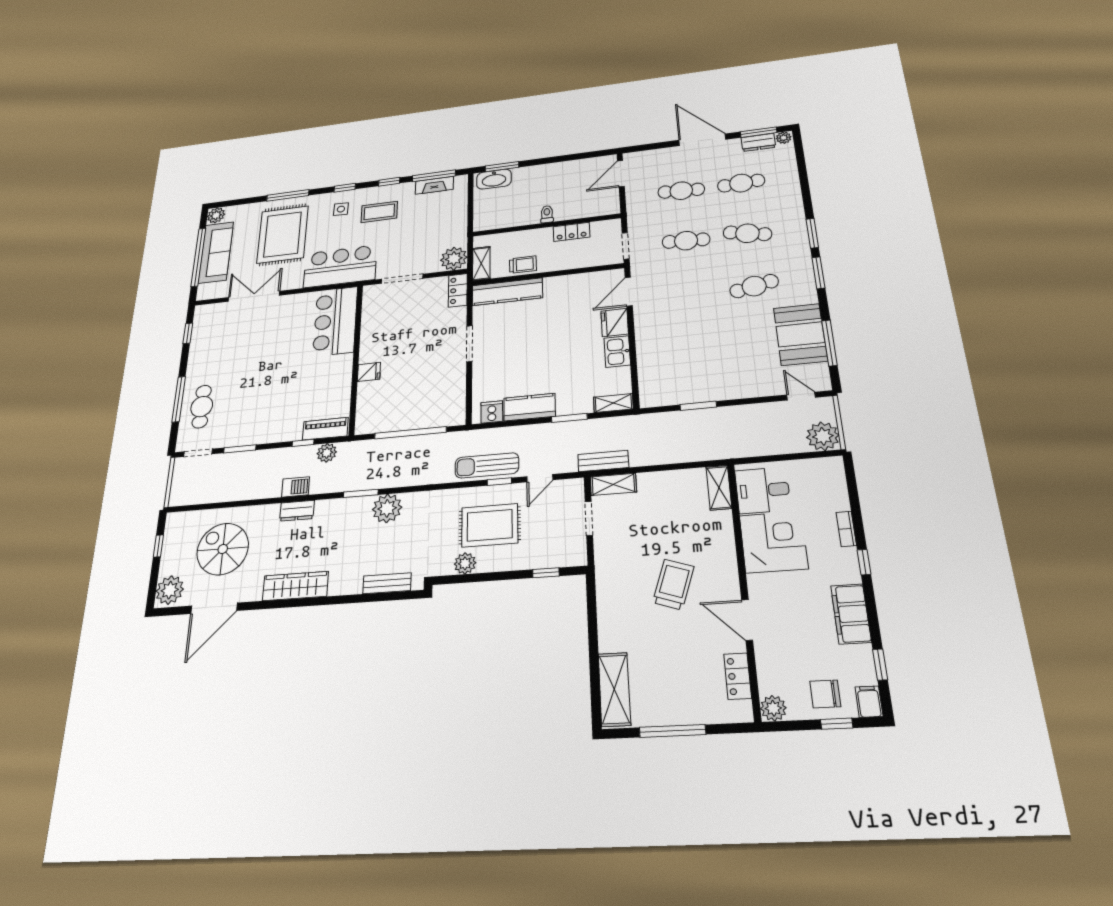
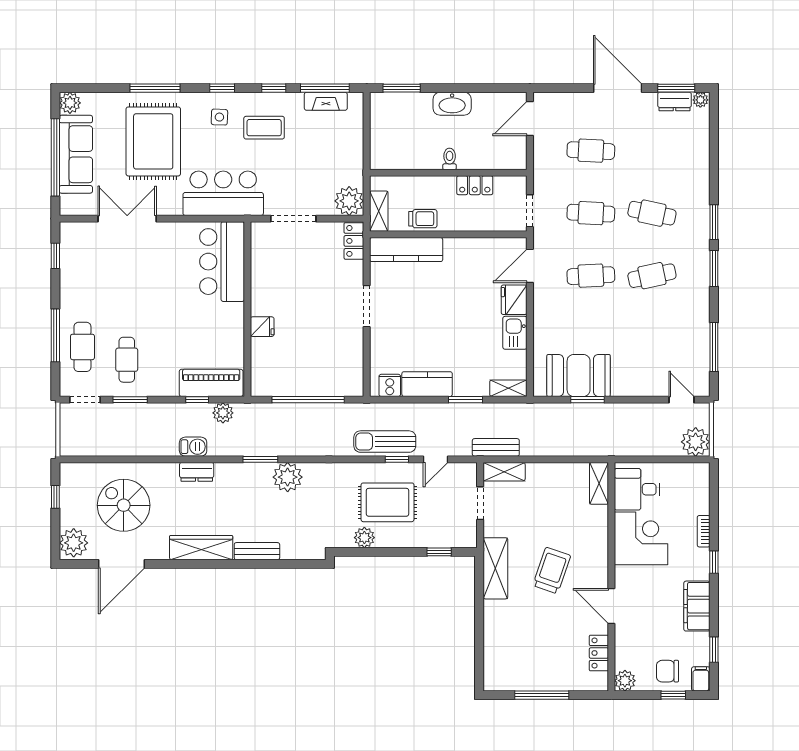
washbasin: (494, 179) -> (452, 104), moved
cafe table: (741, 183) -> (591, 276), moved
booth: (800, 334) -> (579, 375), moved, turned 90
cafe table: (241, 414) -> (127, 360), added
piano: (325, 429) -> (211, 383), width x1.37, depth x1.33
bench: (387, 583) -> (257, 551), moved
shelving: (614, 689) -> (495, 568), moved

